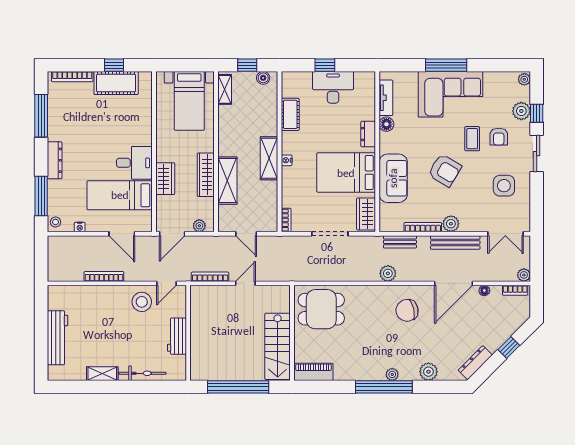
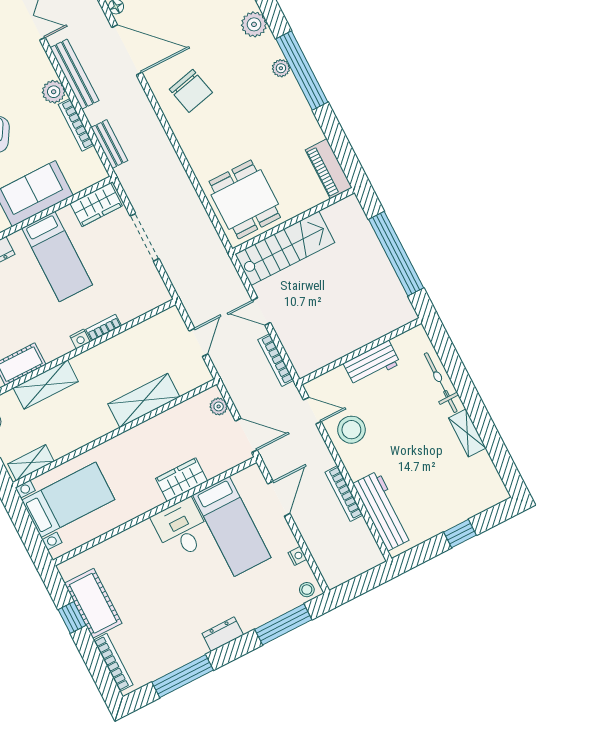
shelving: (269, 158) -> (46, 385), moved
dresser: (55, 160) -> (223, 634), width x0.70
bed: (346, 173) -> (57, 256), width x0.67
wardrobe: (206, 175) -> (150, 431), removed
bookcase: (286, 220) -> (104, 328), moved
plant: (388, 273) -> (157, 139), removed
window: (41, 337) -> (460, 534), added
workbench: (58, 338) -> (383, 511), moved, turned 90
stairs: (278, 346) -> (285, 248), moved

